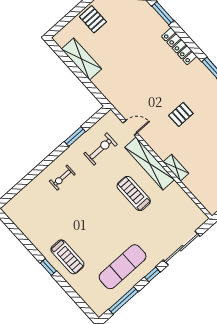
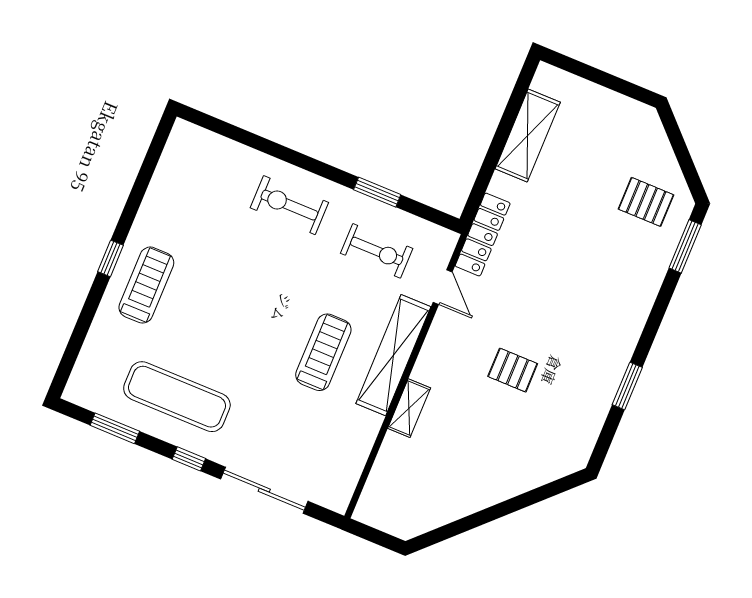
pallet: (93, 19) -> (646, 202), moved, turned 90
locker: (179, 46) -> (483, 235), moved, turned 180
exercise bike: (62, 178) -> (289, 205), width x1.38, depth x1.39
treadmill: (67, 257) -> (146, 285), turned 180
window: (123, 300) -> (115, 428), width x0.69

